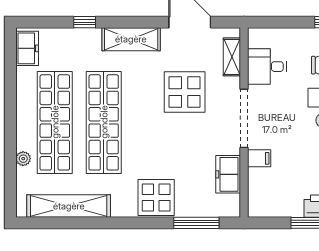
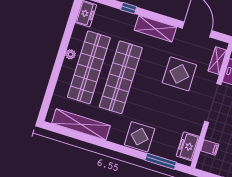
filing cabinet: (259, 158) -> (210, 147), moved
plant: (23, 159) -> (70, 54), moved
freezer: (228, 174) -> (188, 146), moved

